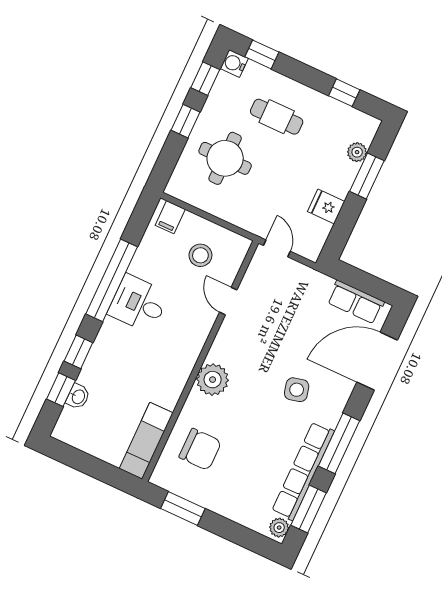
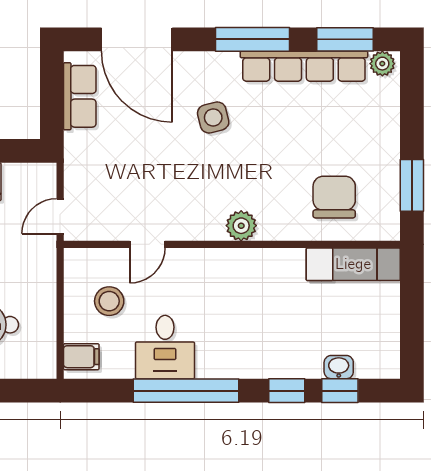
desk: (138, 304) -> (165, 347), moved
plant: (213, 380) -> (241, 226), width x0.73, depth x0.73

